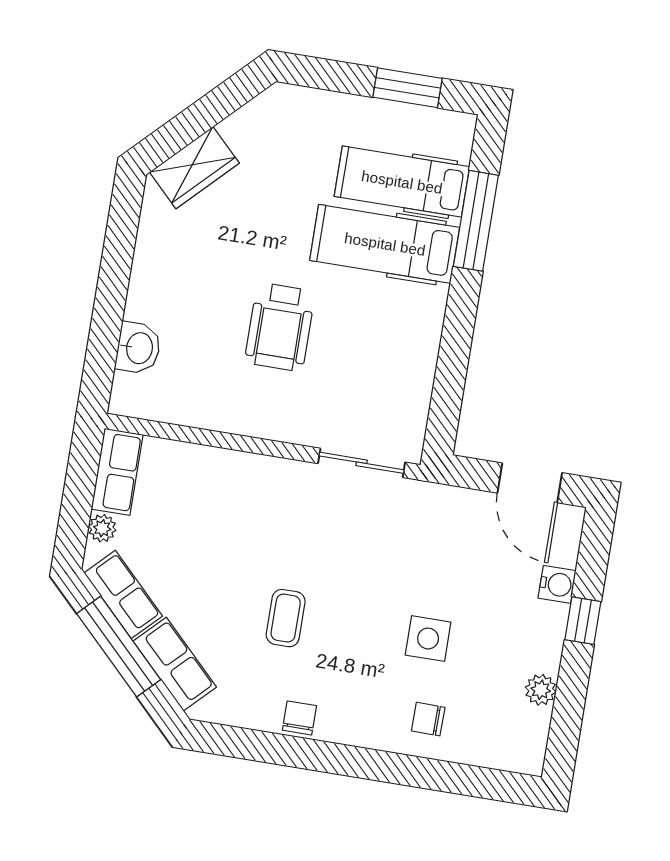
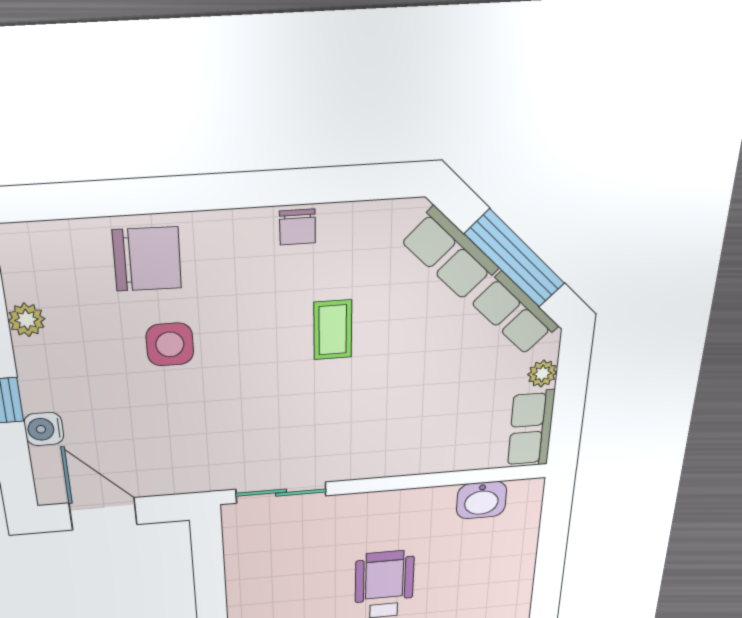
washbasin: (138, 348) -> (482, 500), moved, turned -90
chair: (428, 719) -> (147, 259), width x1.87, depth x1.87

